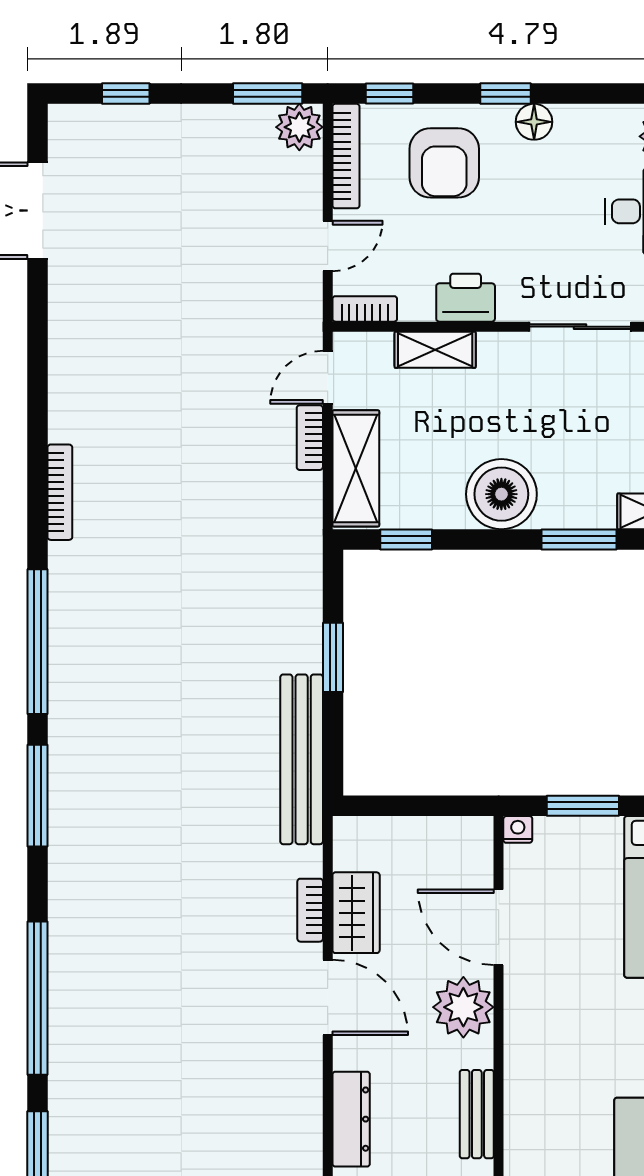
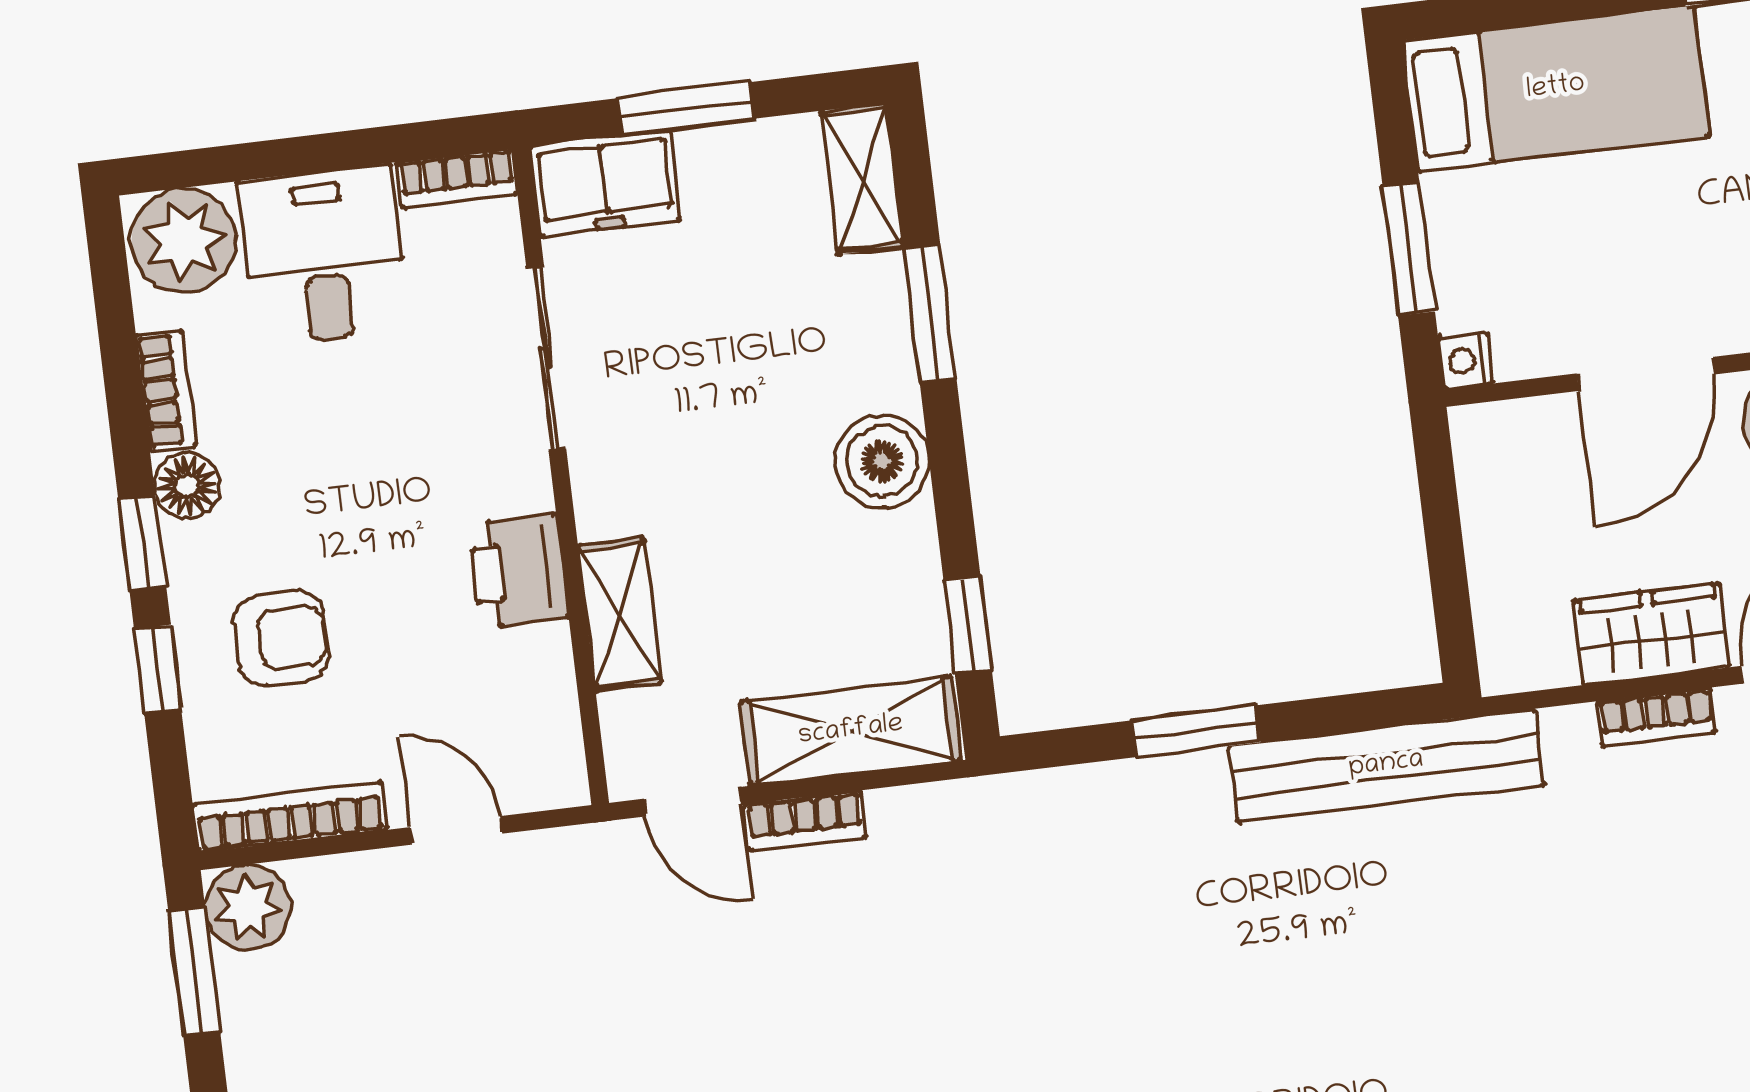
window: (389, 93) -> (158, 669), moved
armchair: (444, 163) -> (281, 638), width x0.72, depth x0.72
bookcase: (365, 309) -> (166, 390), moved, turned 180
boiler: (501, 494) -> (882, 461), width x0.73, depth x0.73

